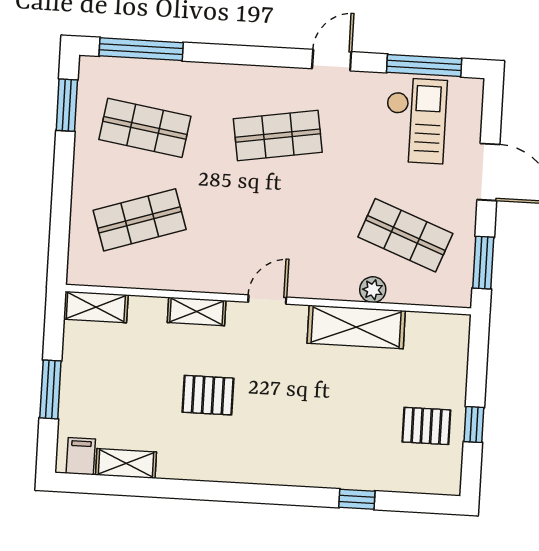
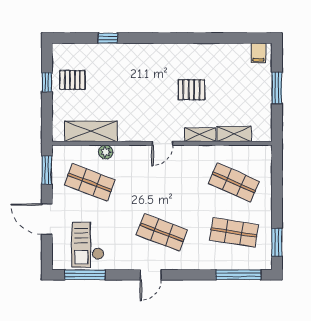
door: (332, 60) -> (151, 275), moved
shop shelf: (278, 136) -> (162, 232), turned 30
shop shelf: (140, 220) -> (234, 182), turned 42
shelving: (96, 307) -> (234, 134), moved
shelving: (356, 327) -> (91, 131), moved
shelving: (126, 463) -> (234, 50), removed

